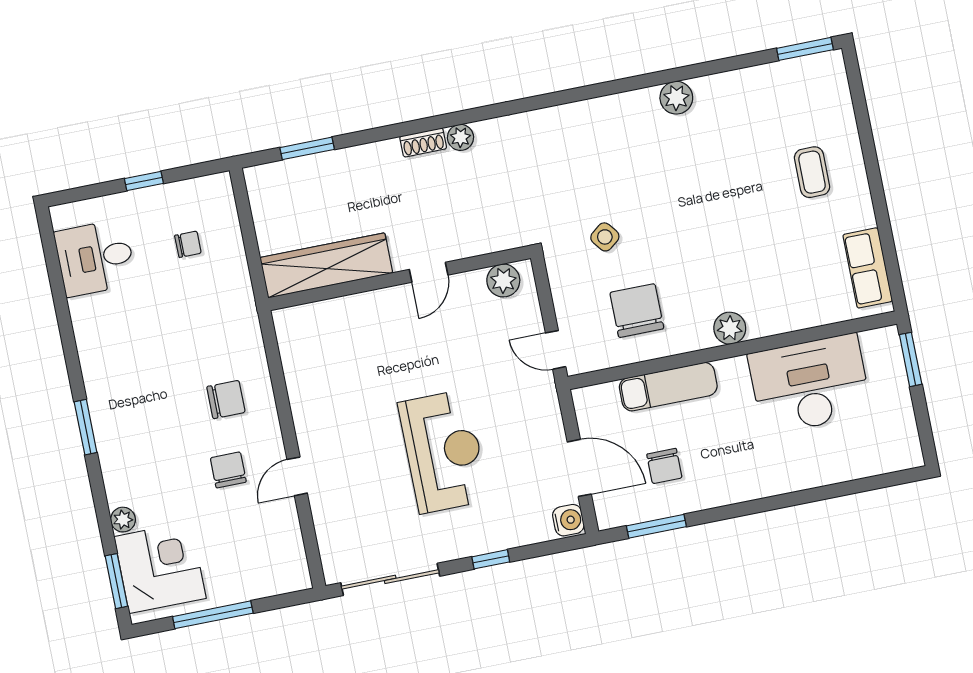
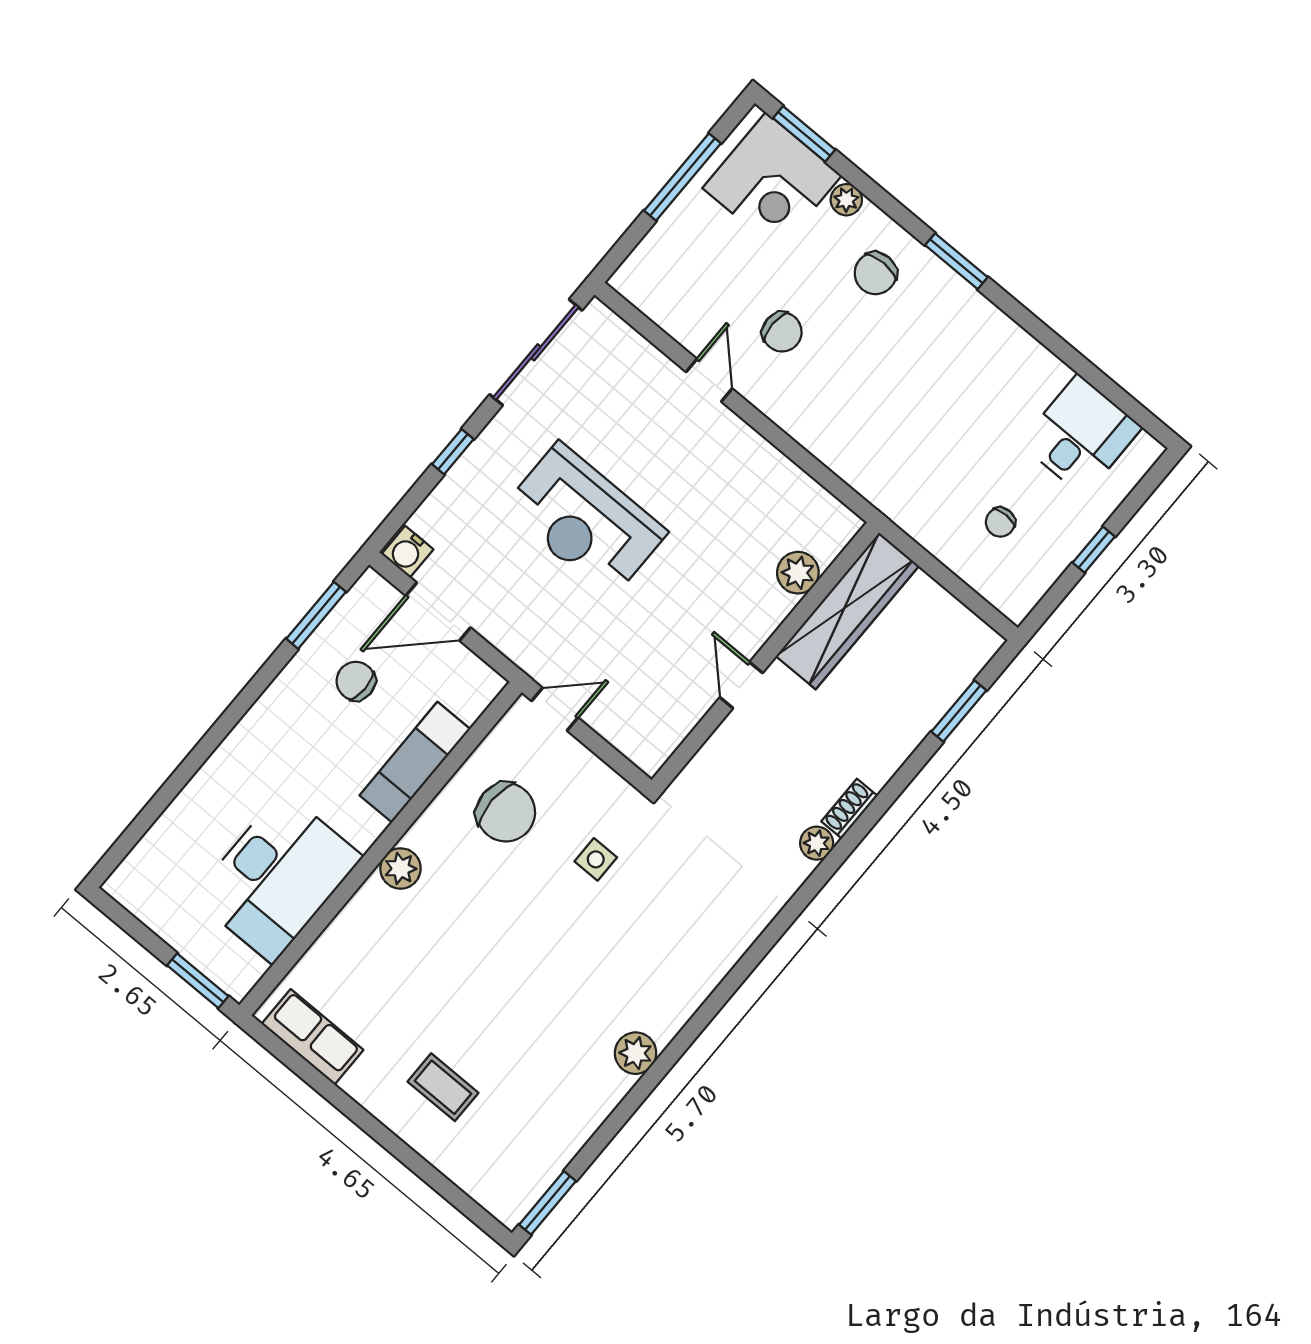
side table: (605, 237) -> (596, 859), turned 38
plant: (503, 280) -> (798, 573), moved
chair: (226, 399) -> (875, 273), moved

